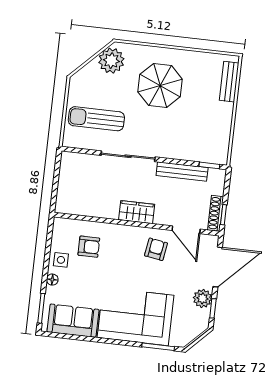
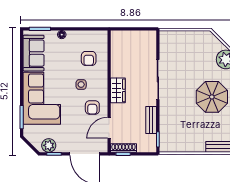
sun lounger: (96, 119) -> (182, 53), removed
bench: (182, 172) -> (151, 120), width x0.73
armchair: (156, 249) -> (92, 108), turned 81
side table: (61, 260) -> (81, 84), moved
plant: (203, 298) -> (49, 145), moved

